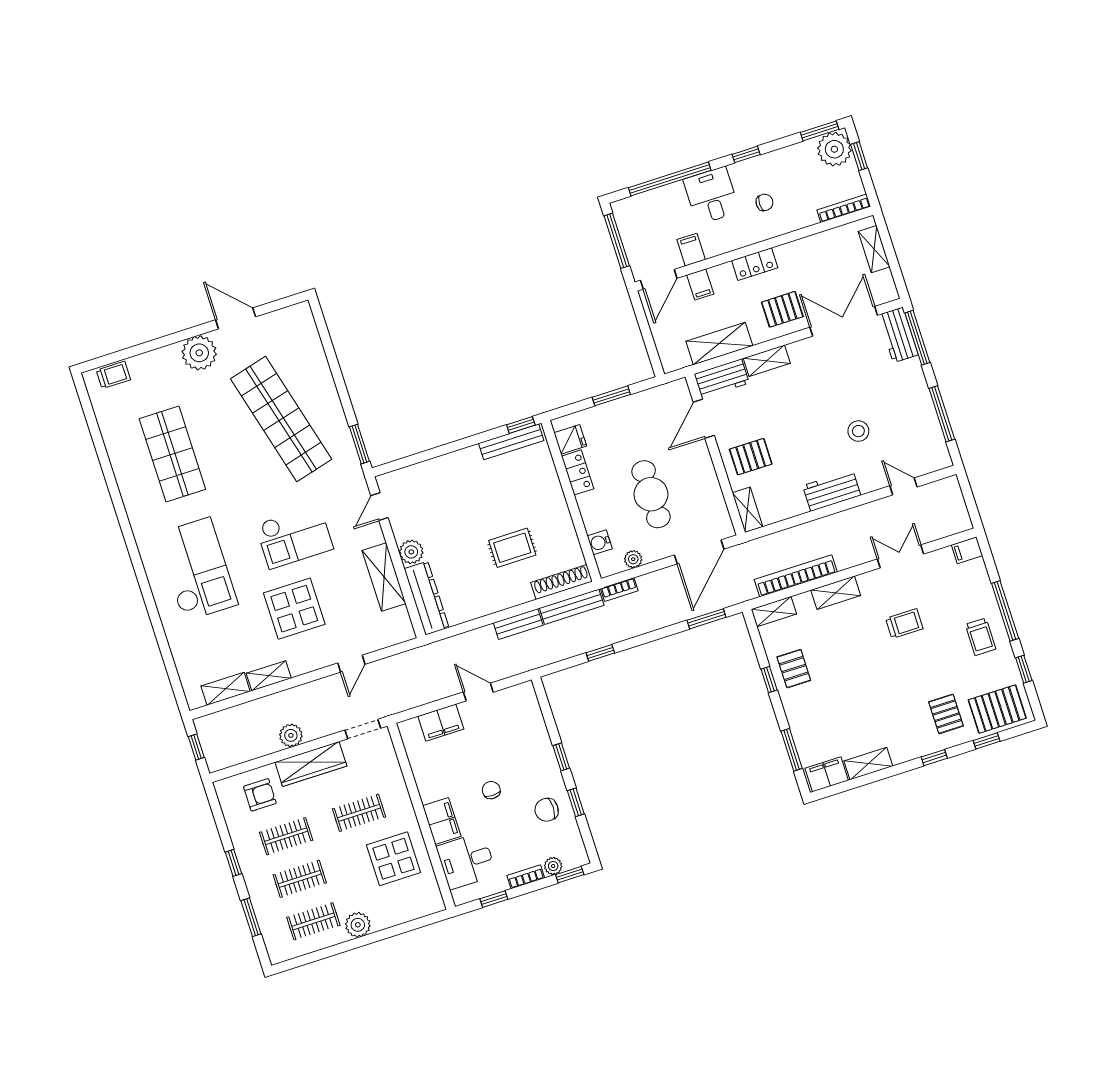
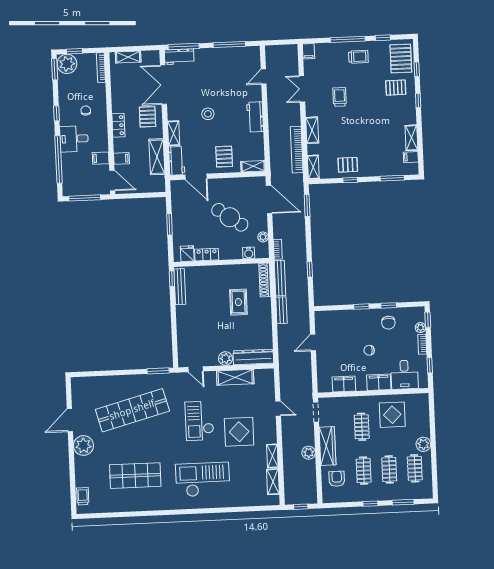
stool: (858, 431) -> (208, 114), moved
cafe table: (651, 494) -> (230, 217), turned 35
checkout: (294, 537) -> (199, 421), turned 180
filing cabinet: (441, 723) -> (344, 384), moved, turned -90
filing cabinet: (827, 774) -> (411, 157), width x0.50

